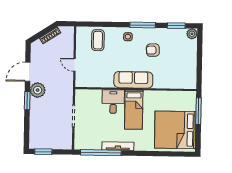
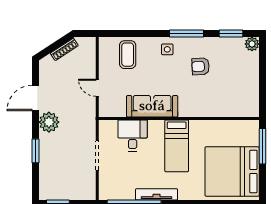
sofa: (133, 80) -> (152, 106), moved
window: (27, 100) -> (35, 151), moved
desk: (113, 102) -> (133, 136), moved

